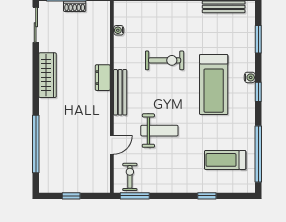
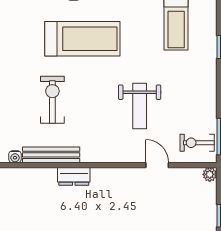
bench: (120, 92) -> (51, 155), moved
weight bench: (159, 131) -> (140, 106), turned 180
plant: (104, 187) -> (210, 174), added

